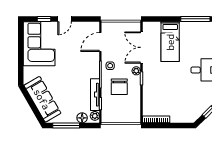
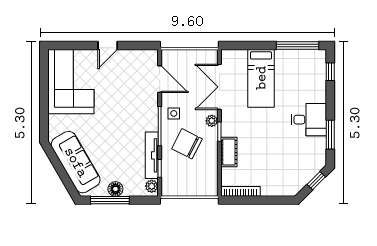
window: (44, 19) -> (78, 46), removed
door: (100, 42) -> (160, 79), swing flipped
chair: (119, 87) -> (187, 144), turned 117
cot: (148, 92) -> (229, 152), added
floor lamp: (82, 118) -> (115, 189), moved

